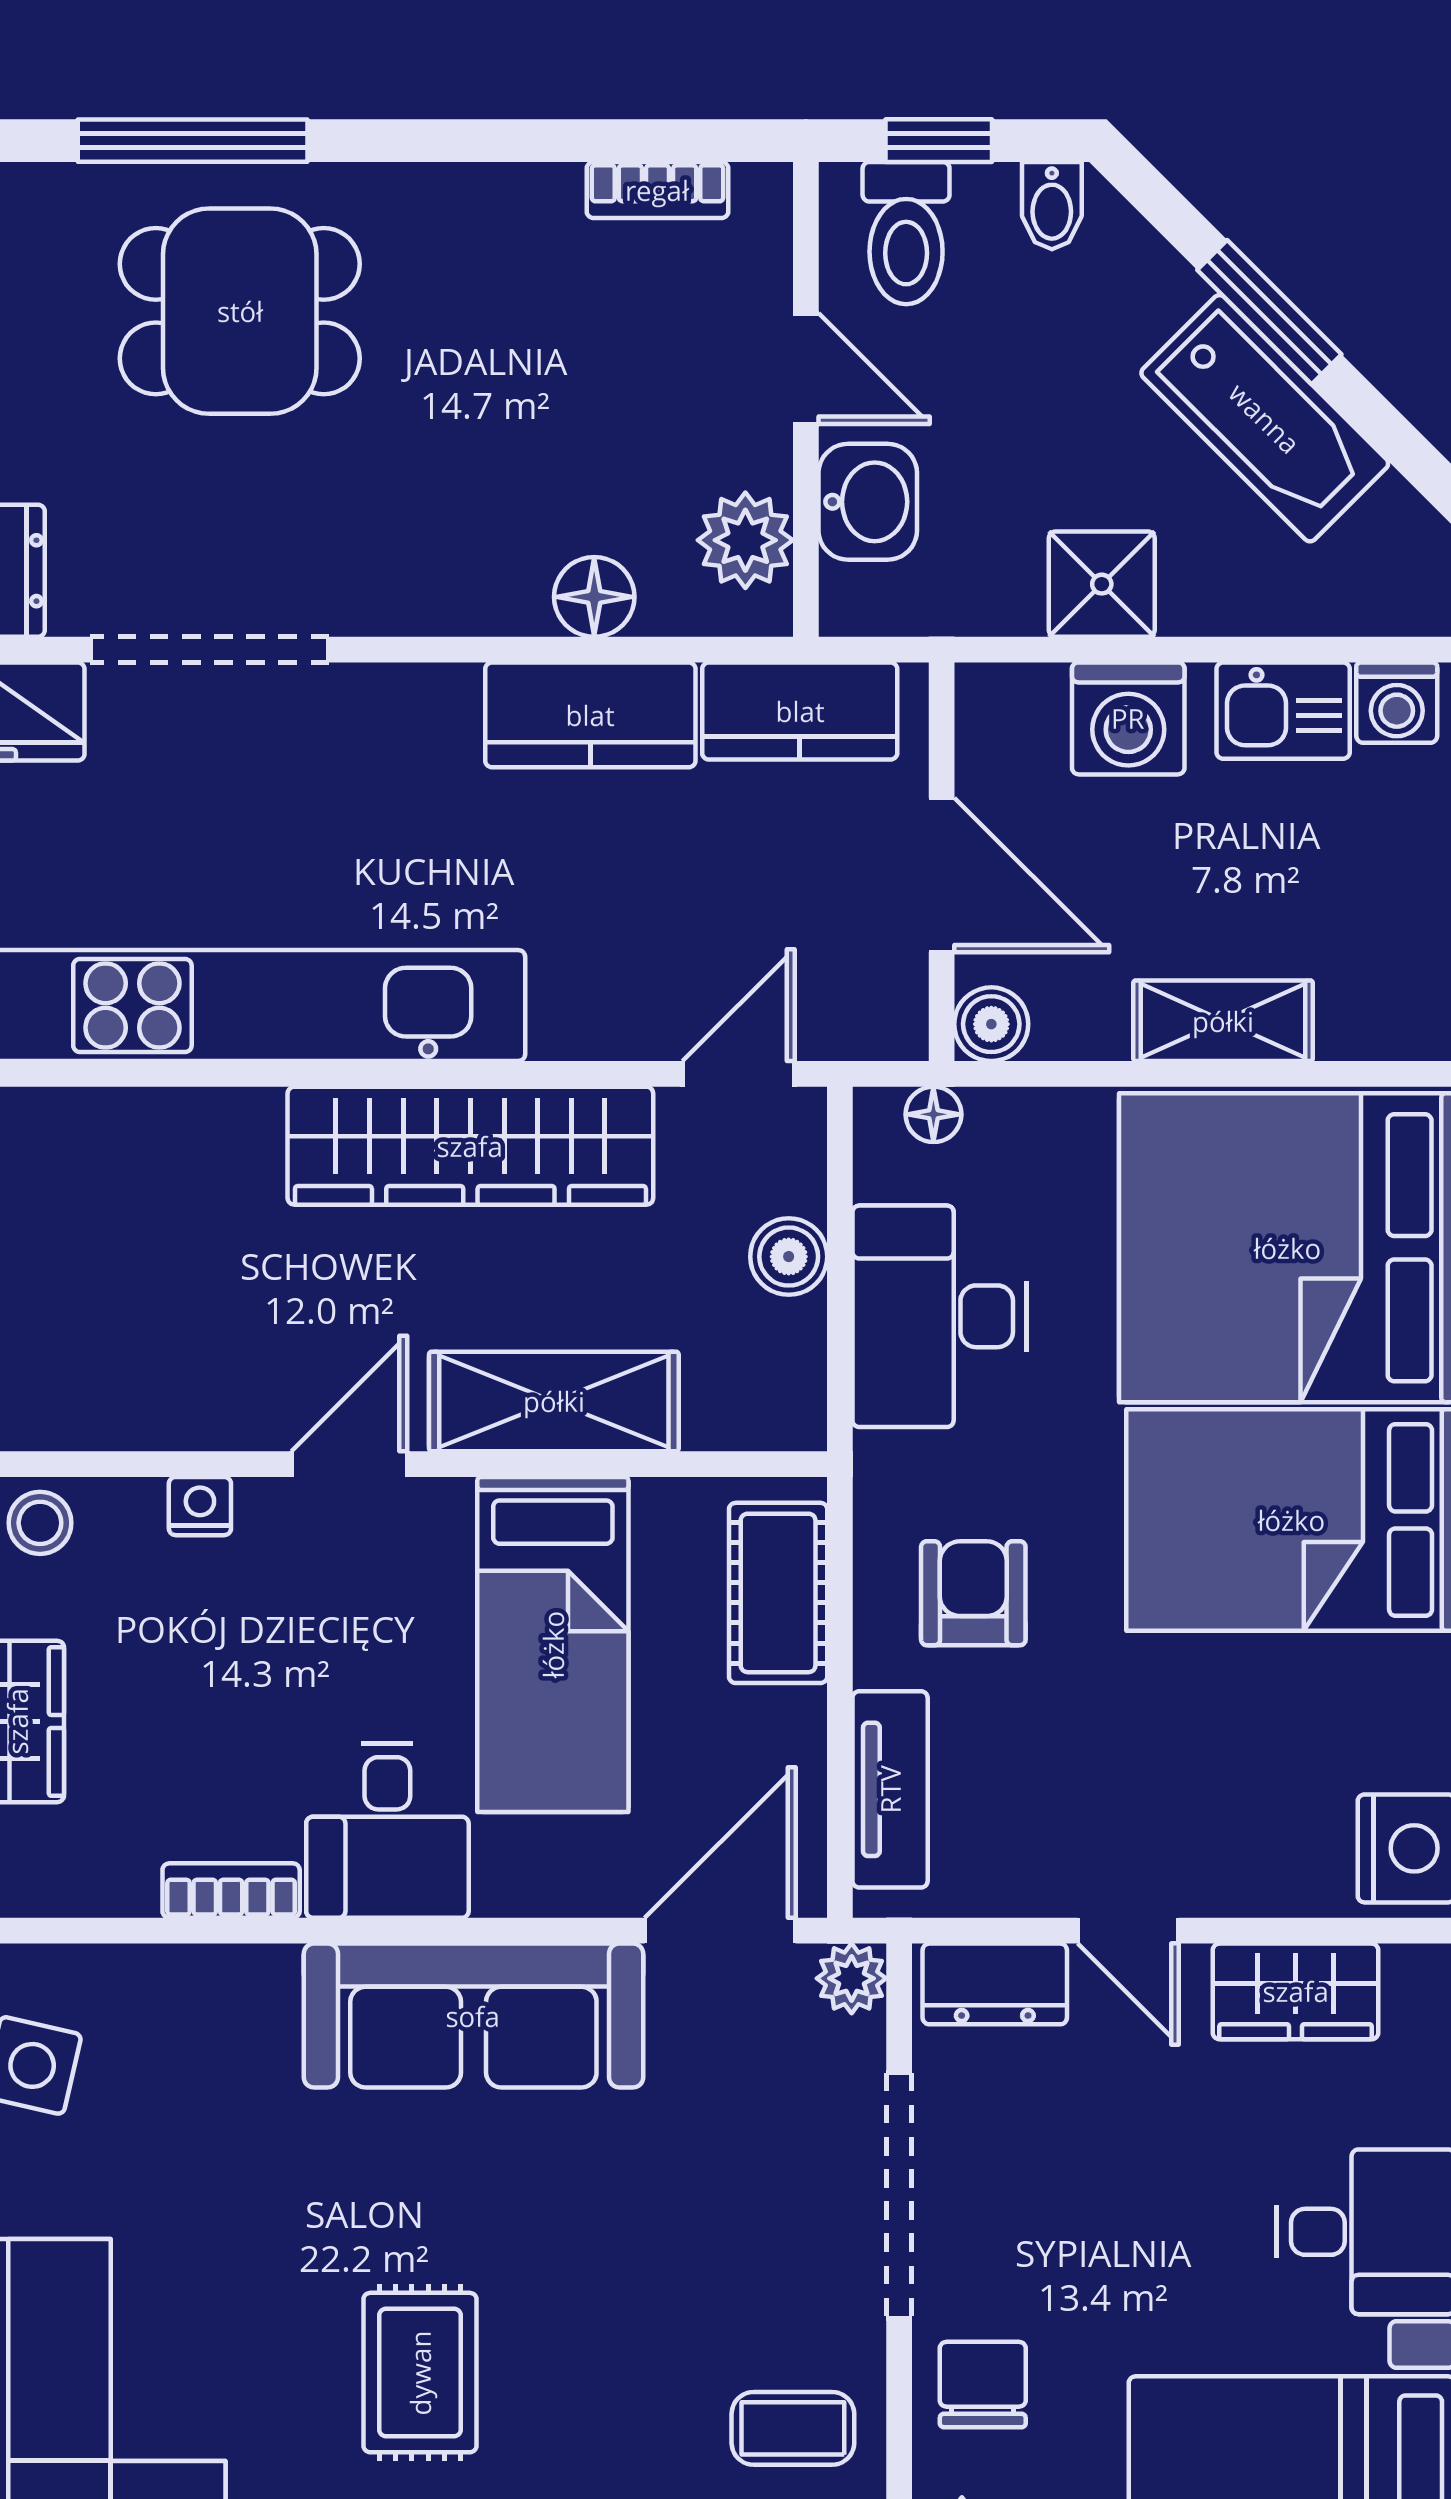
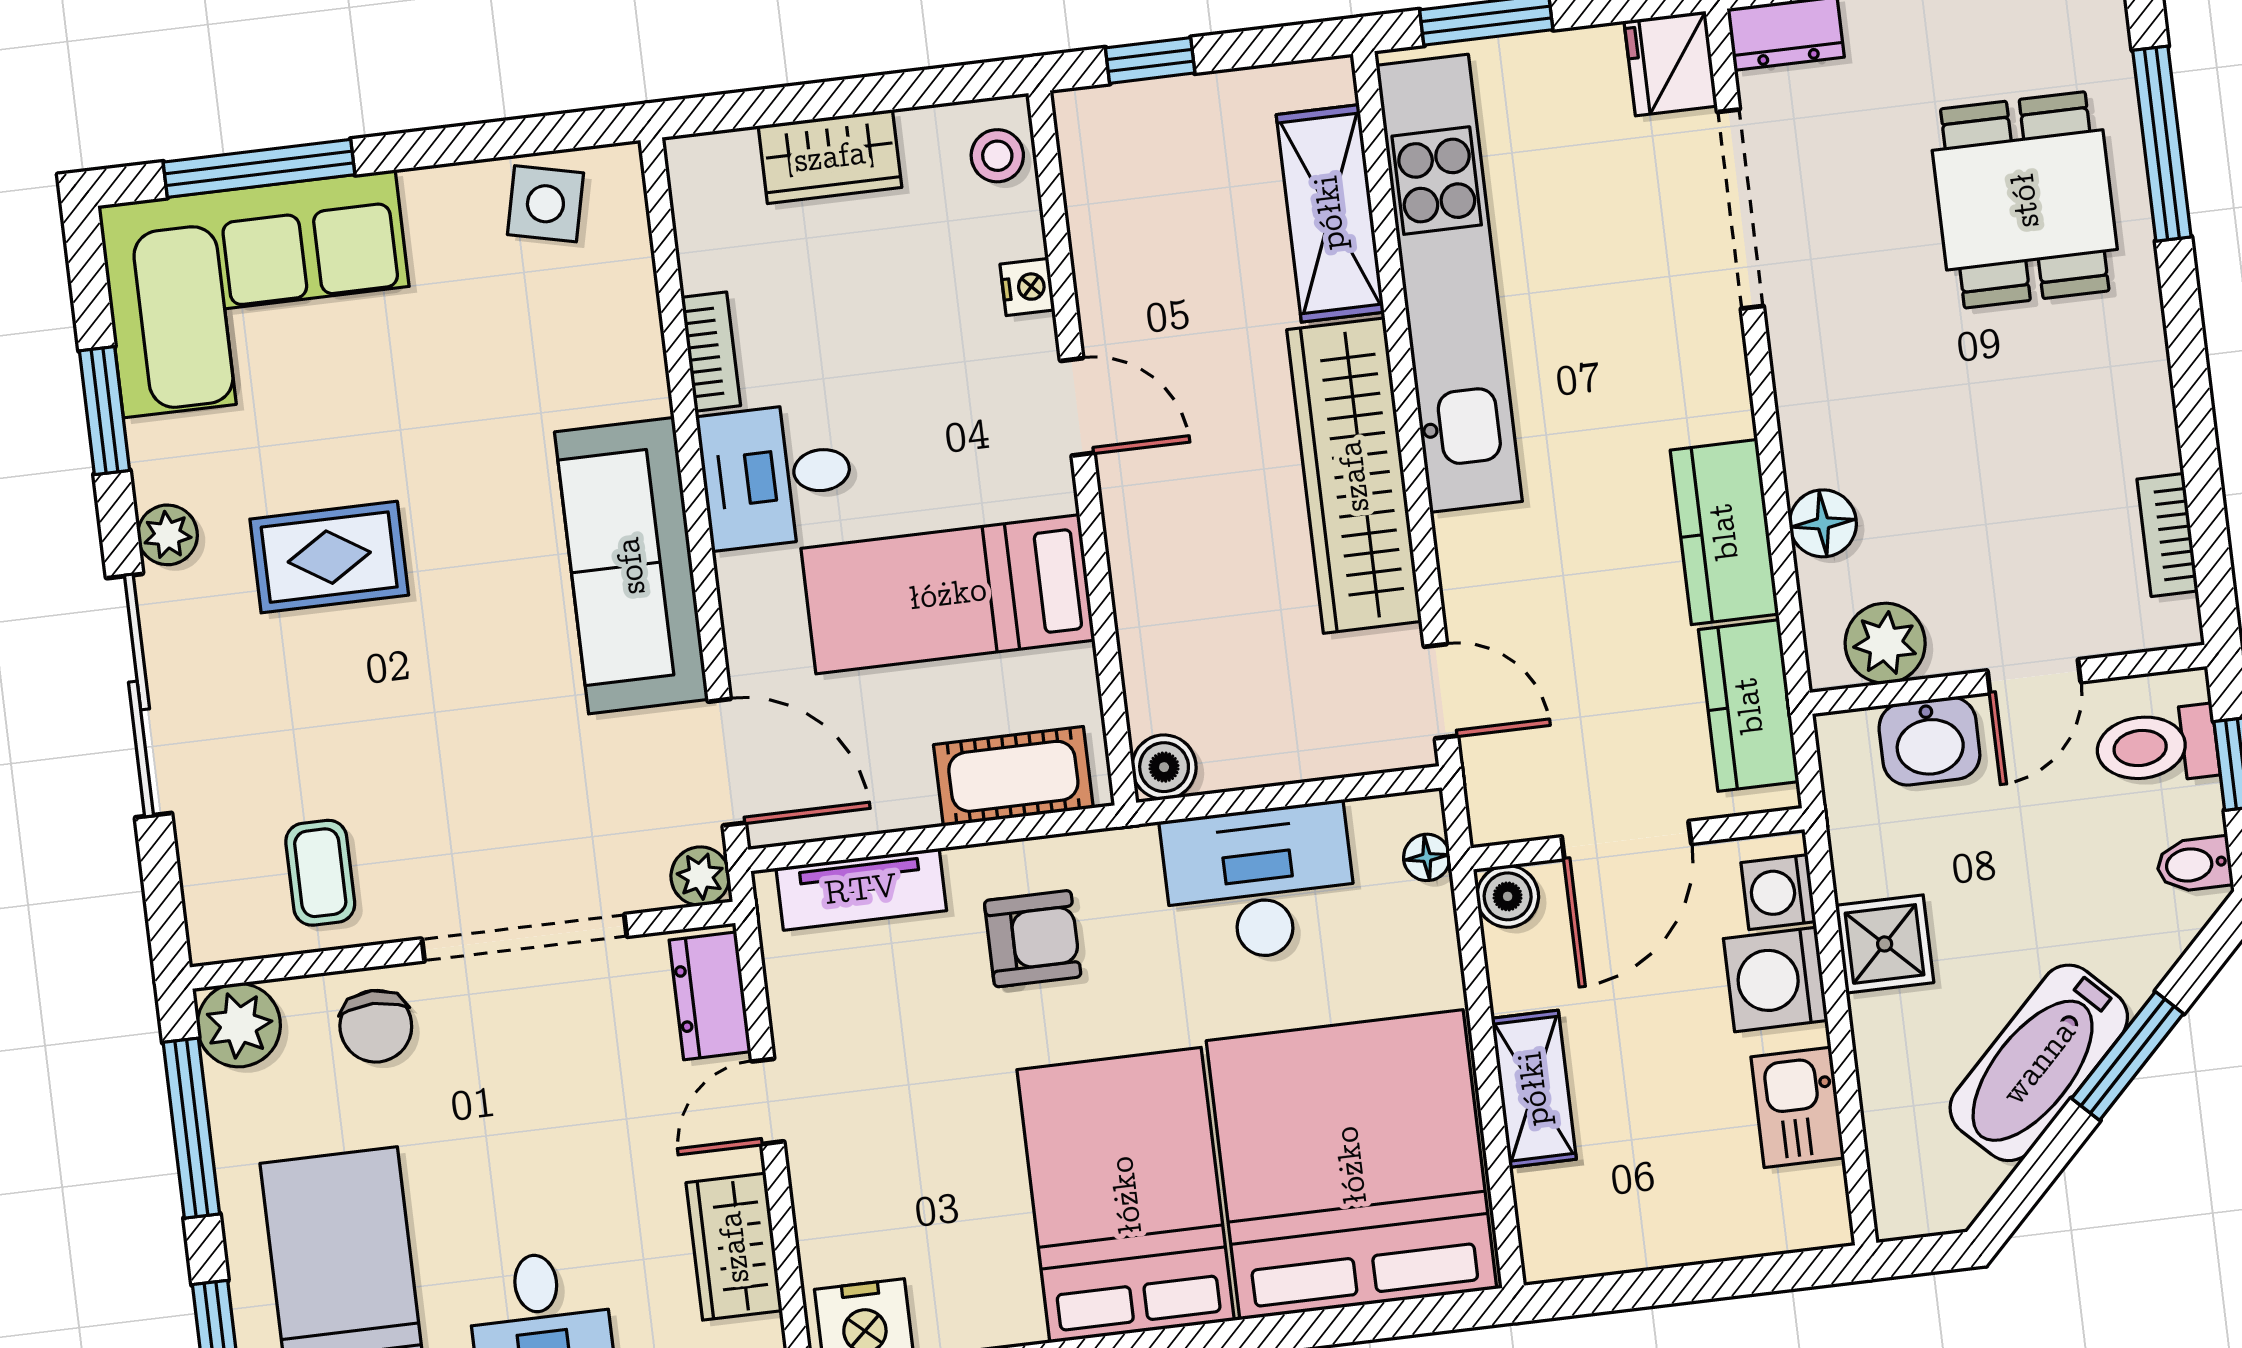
washing machine: (1397, 703) -> (1778, 892), moved
boiler: (789, 1257) -> (1164, 767), moved
shelving: (554, 1401) -> (1330, 213), moved
chair: (983, 2385) -> (376, 1026), turned 90

